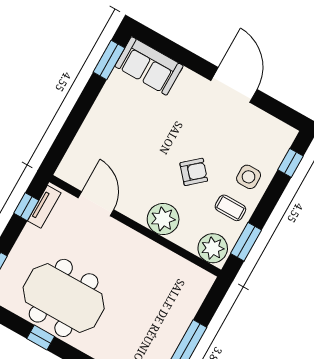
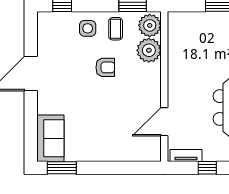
armchair: (194, 172) -> (105, 67), turned 131
window: (26, 207) -> (207, 168), moved
plant: (163, 219) -> (149, 50), moved

